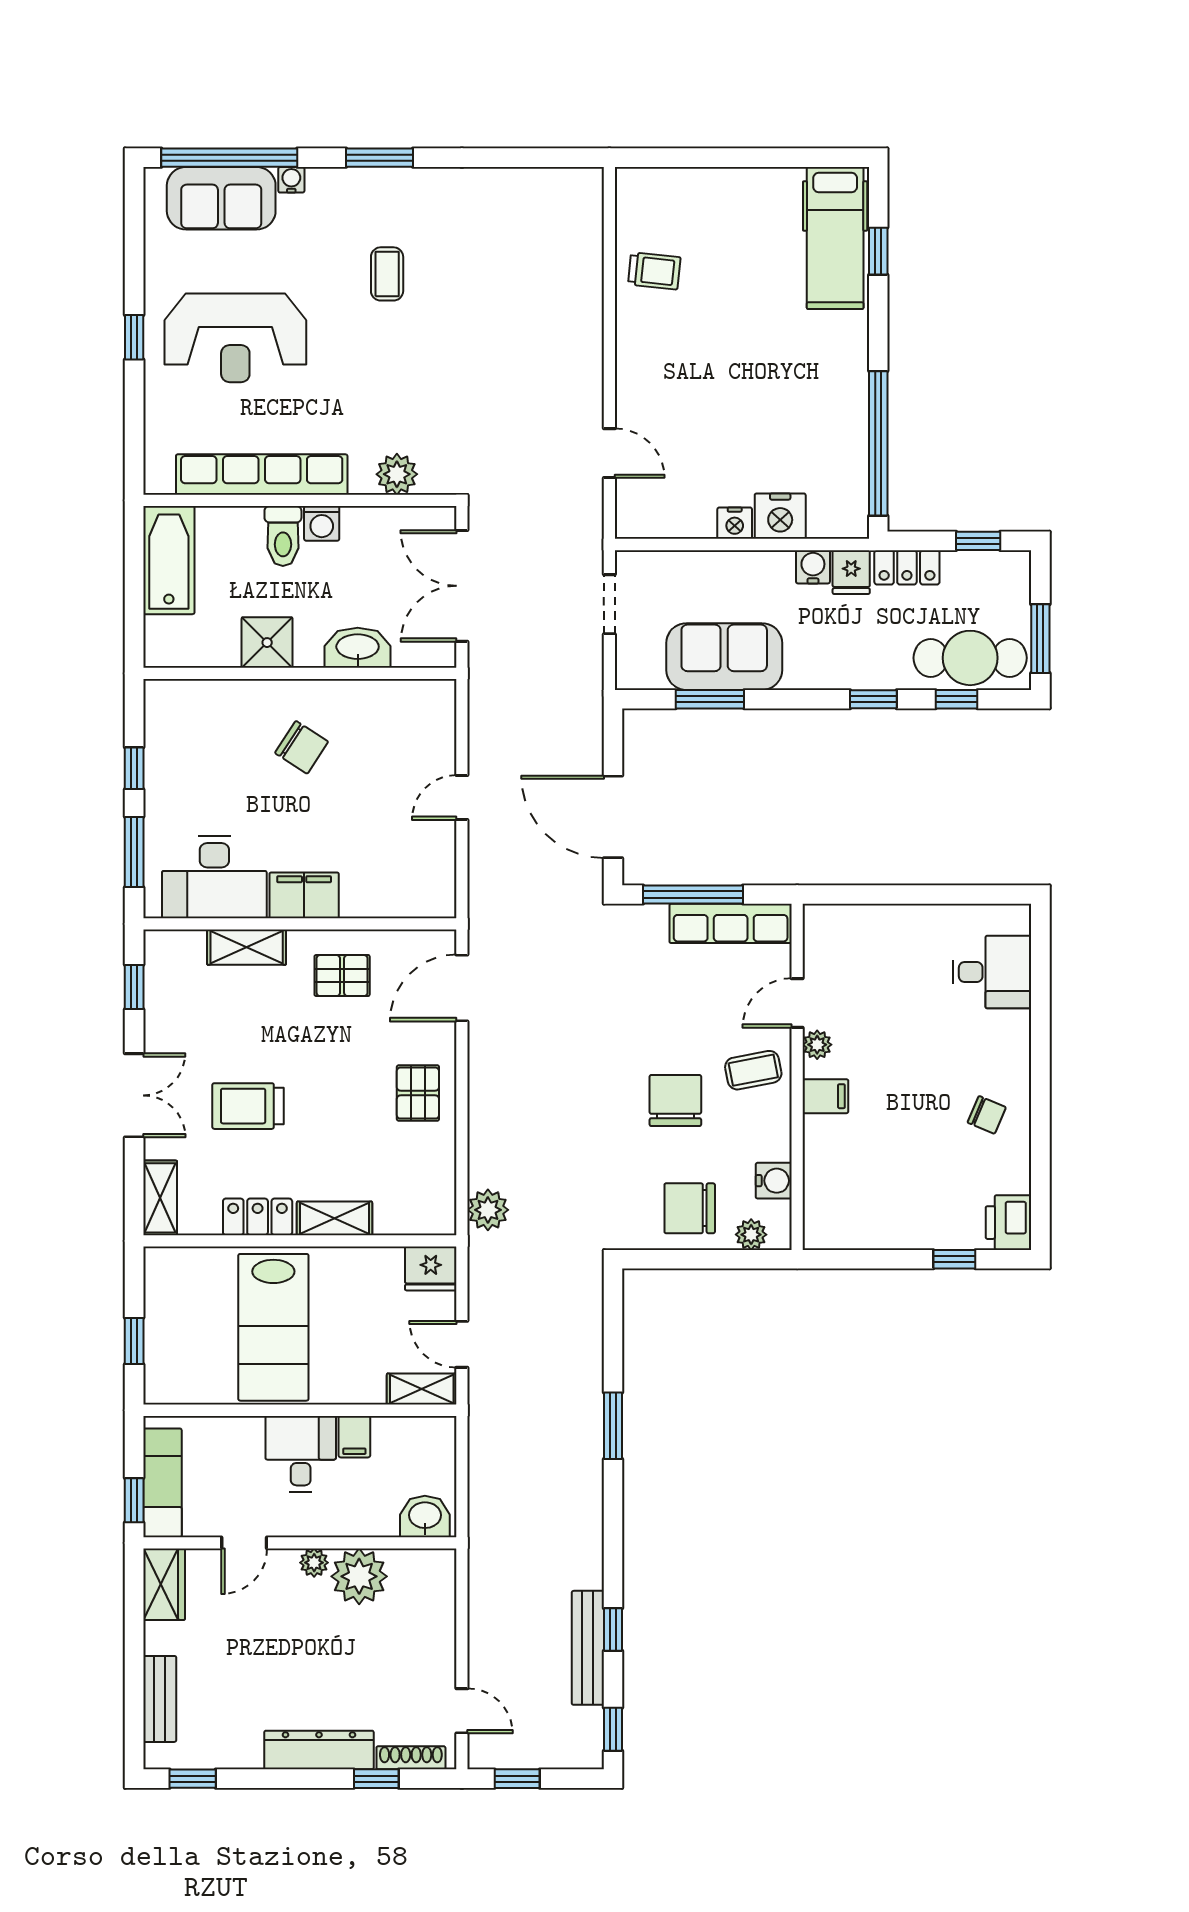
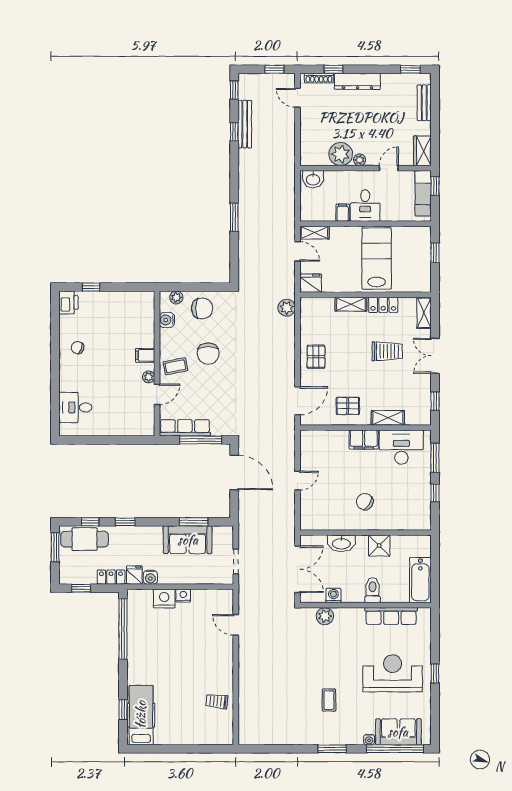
row of seats: (262, 474) -> (391, 616), width x0.73
washing machine: (322, 523) -> (333, 596), moved

